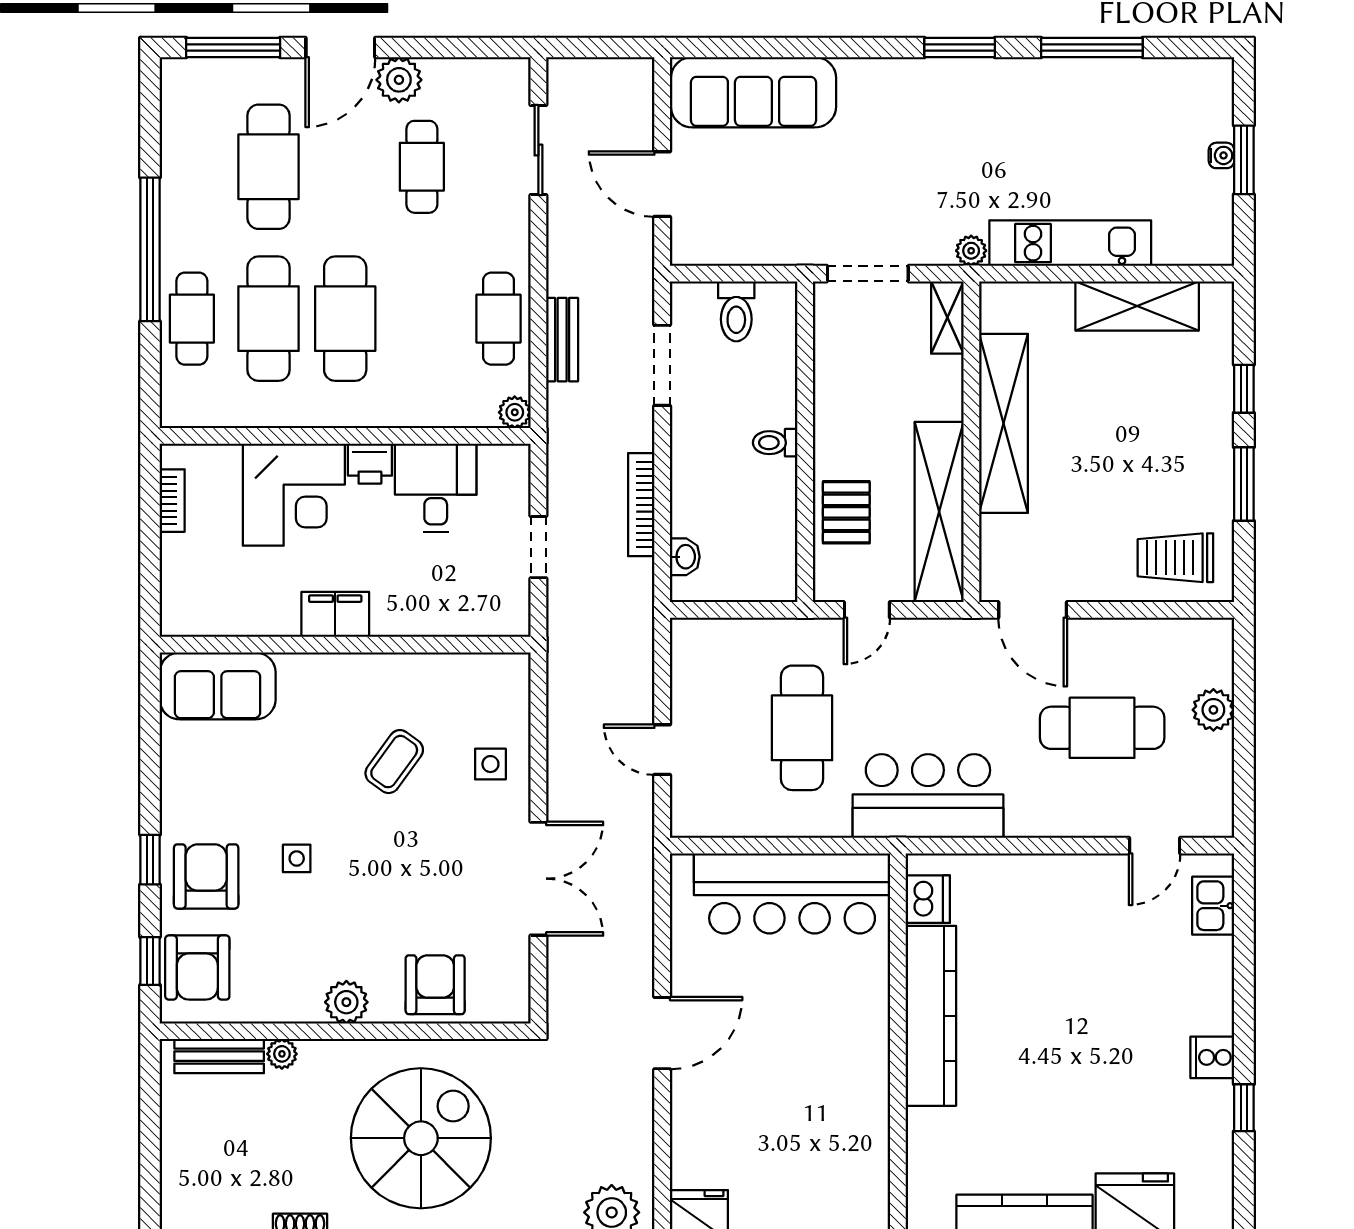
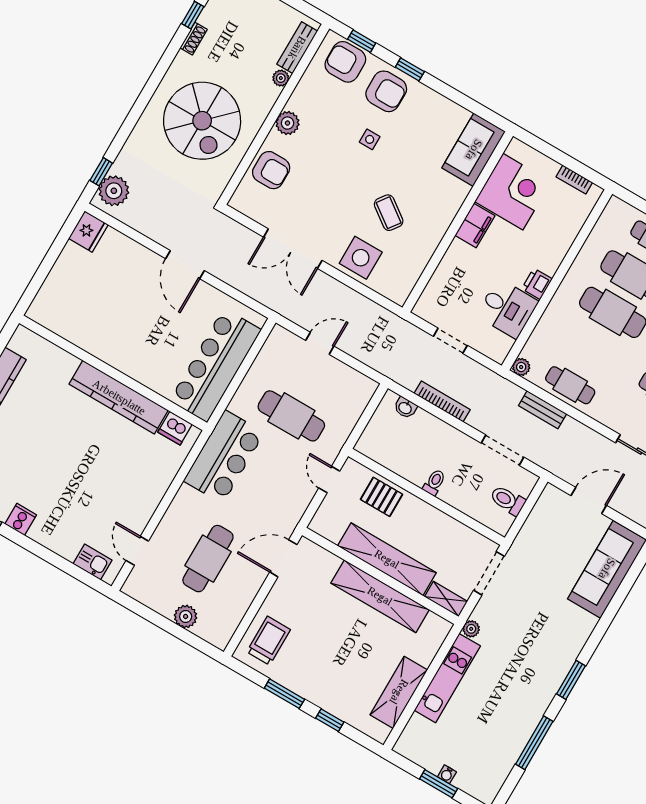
corner desk: (294, 495) -> (513, 192), moved, turned 180
shelving: (939, 512) -> (387, 559), moved
side table: (490, 764) -> (361, 258), width x1.87, depth x1.87

